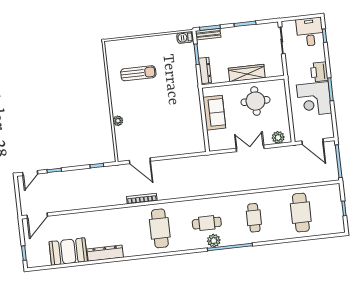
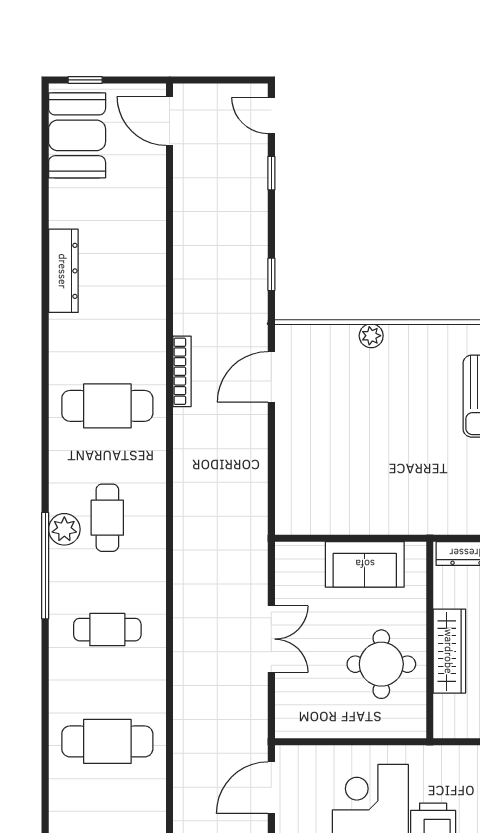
plant: (278, 137) -> (290, 708), removed
booth: (68, 252) -> (77, 135), moved

